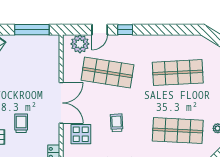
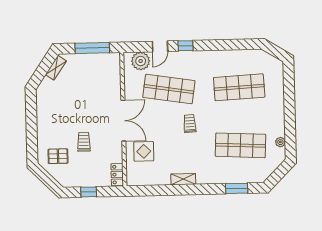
trolley: (117, 123) -> (190, 124), moved

